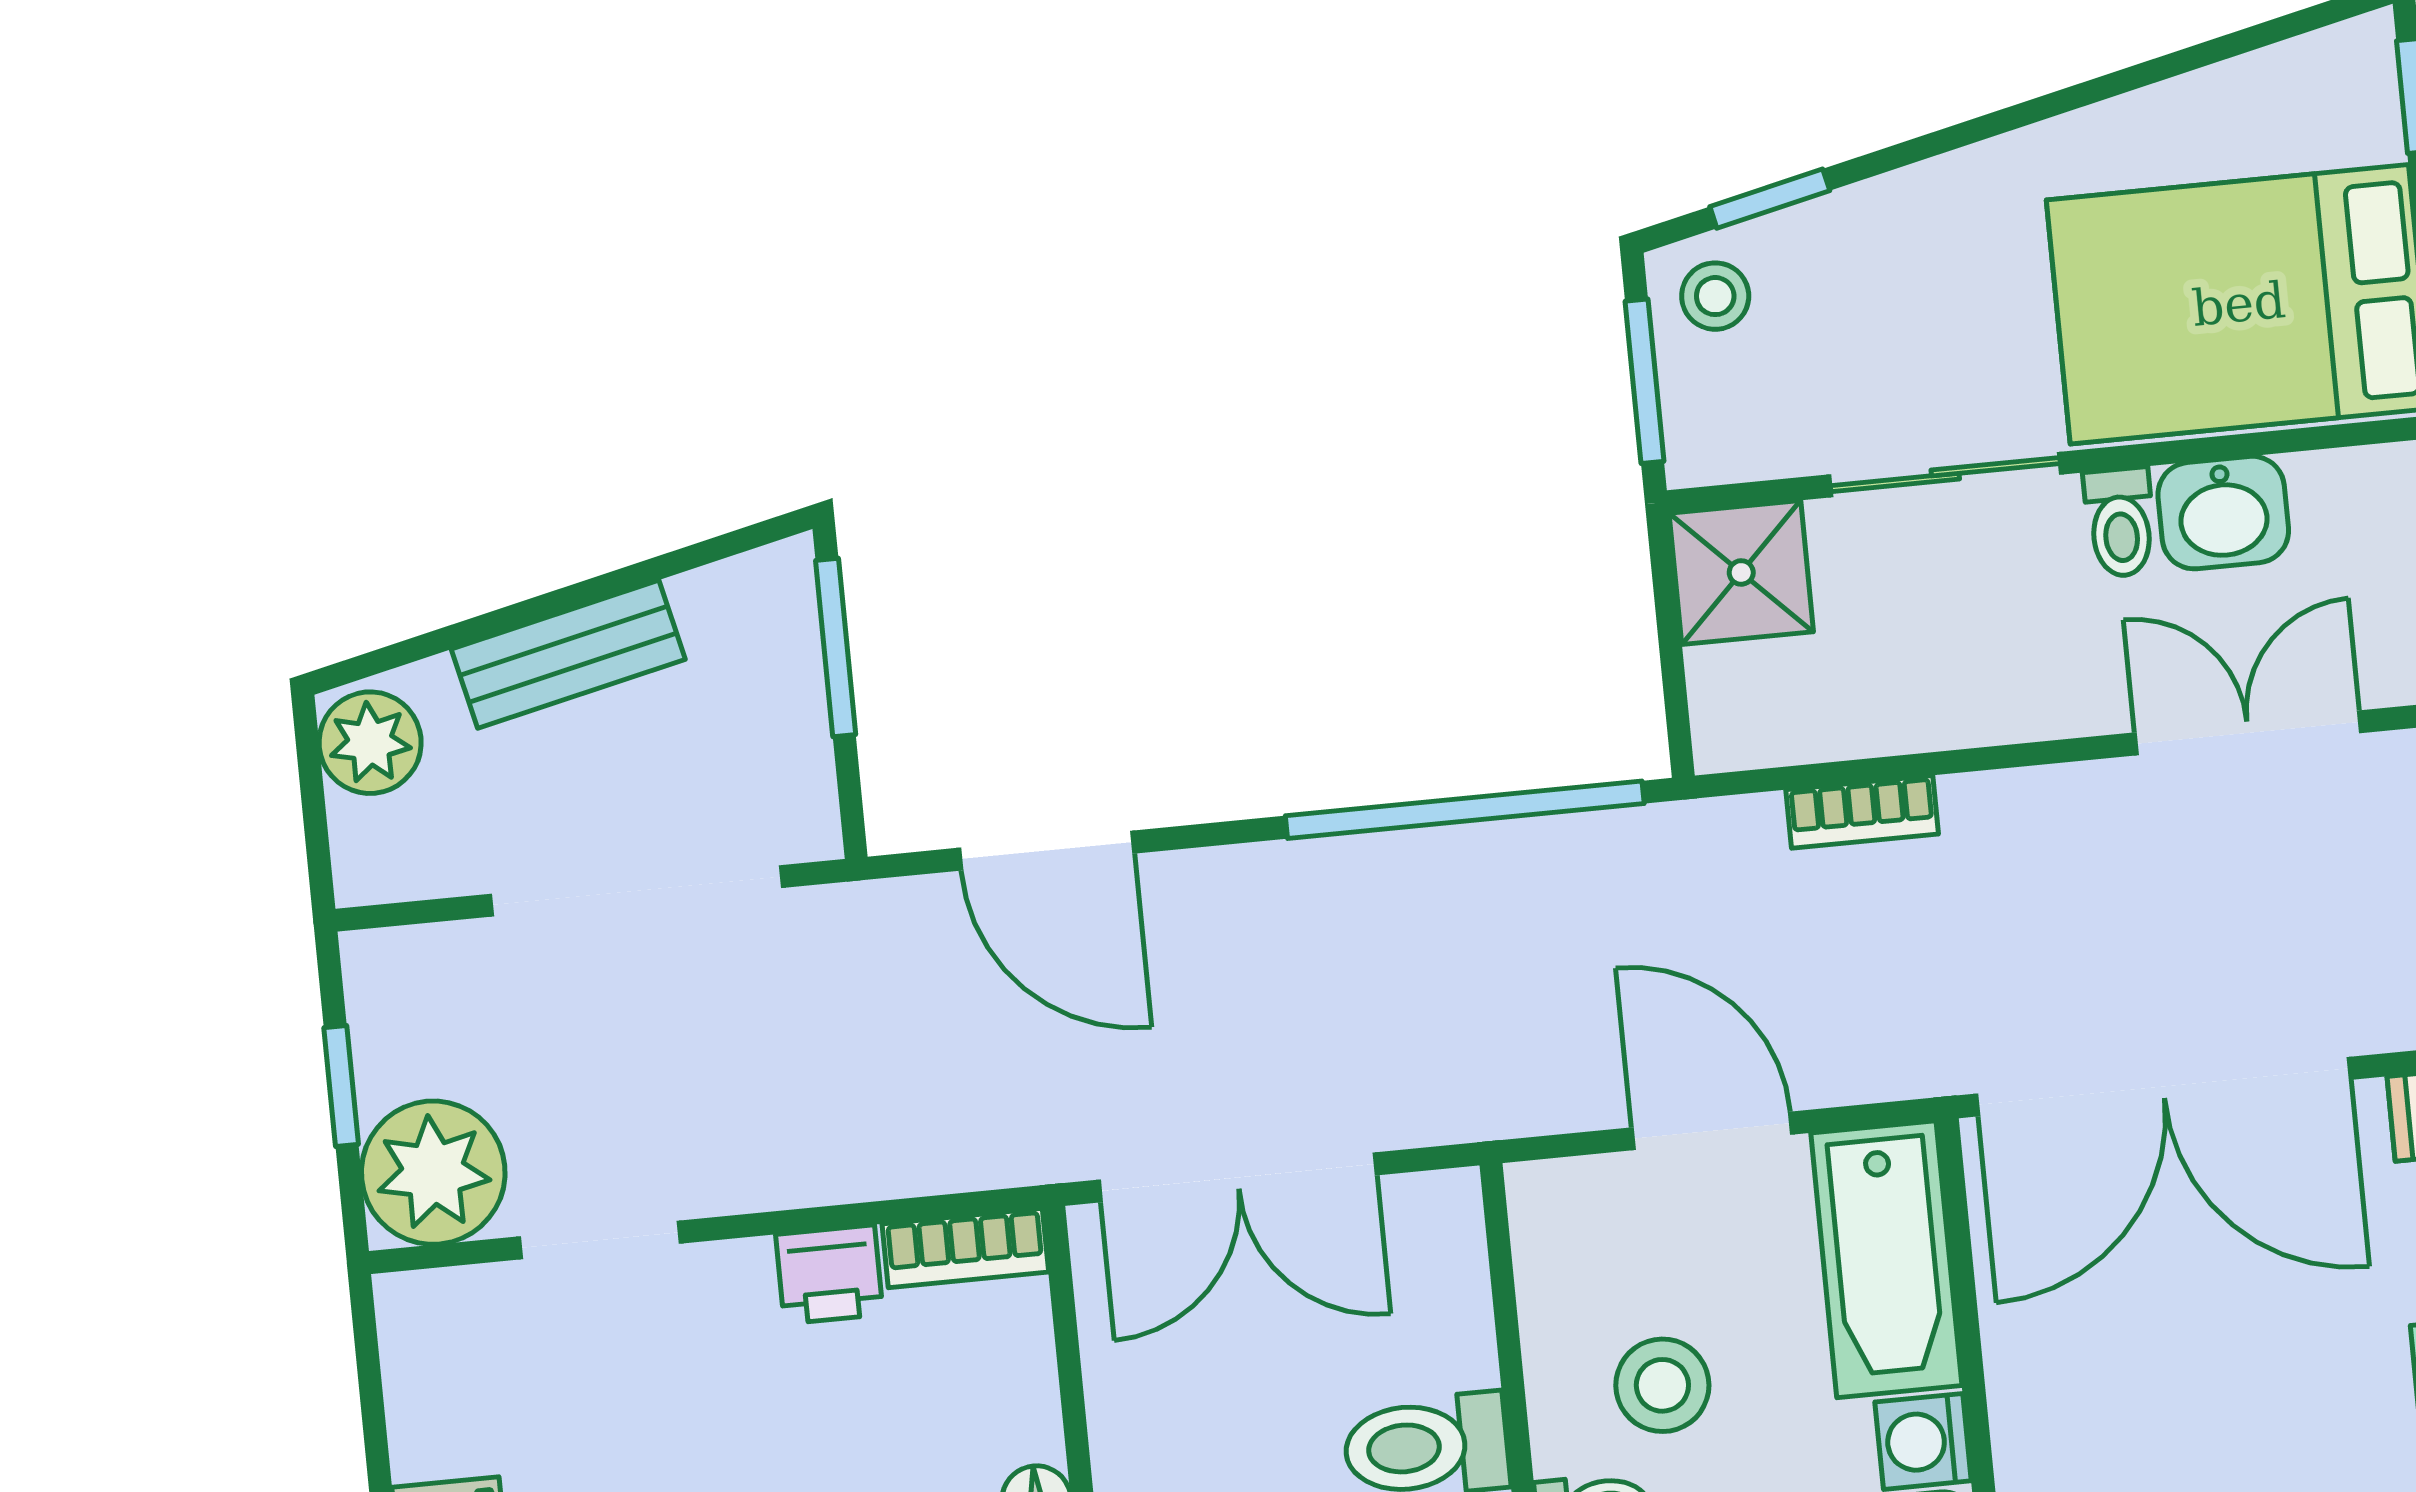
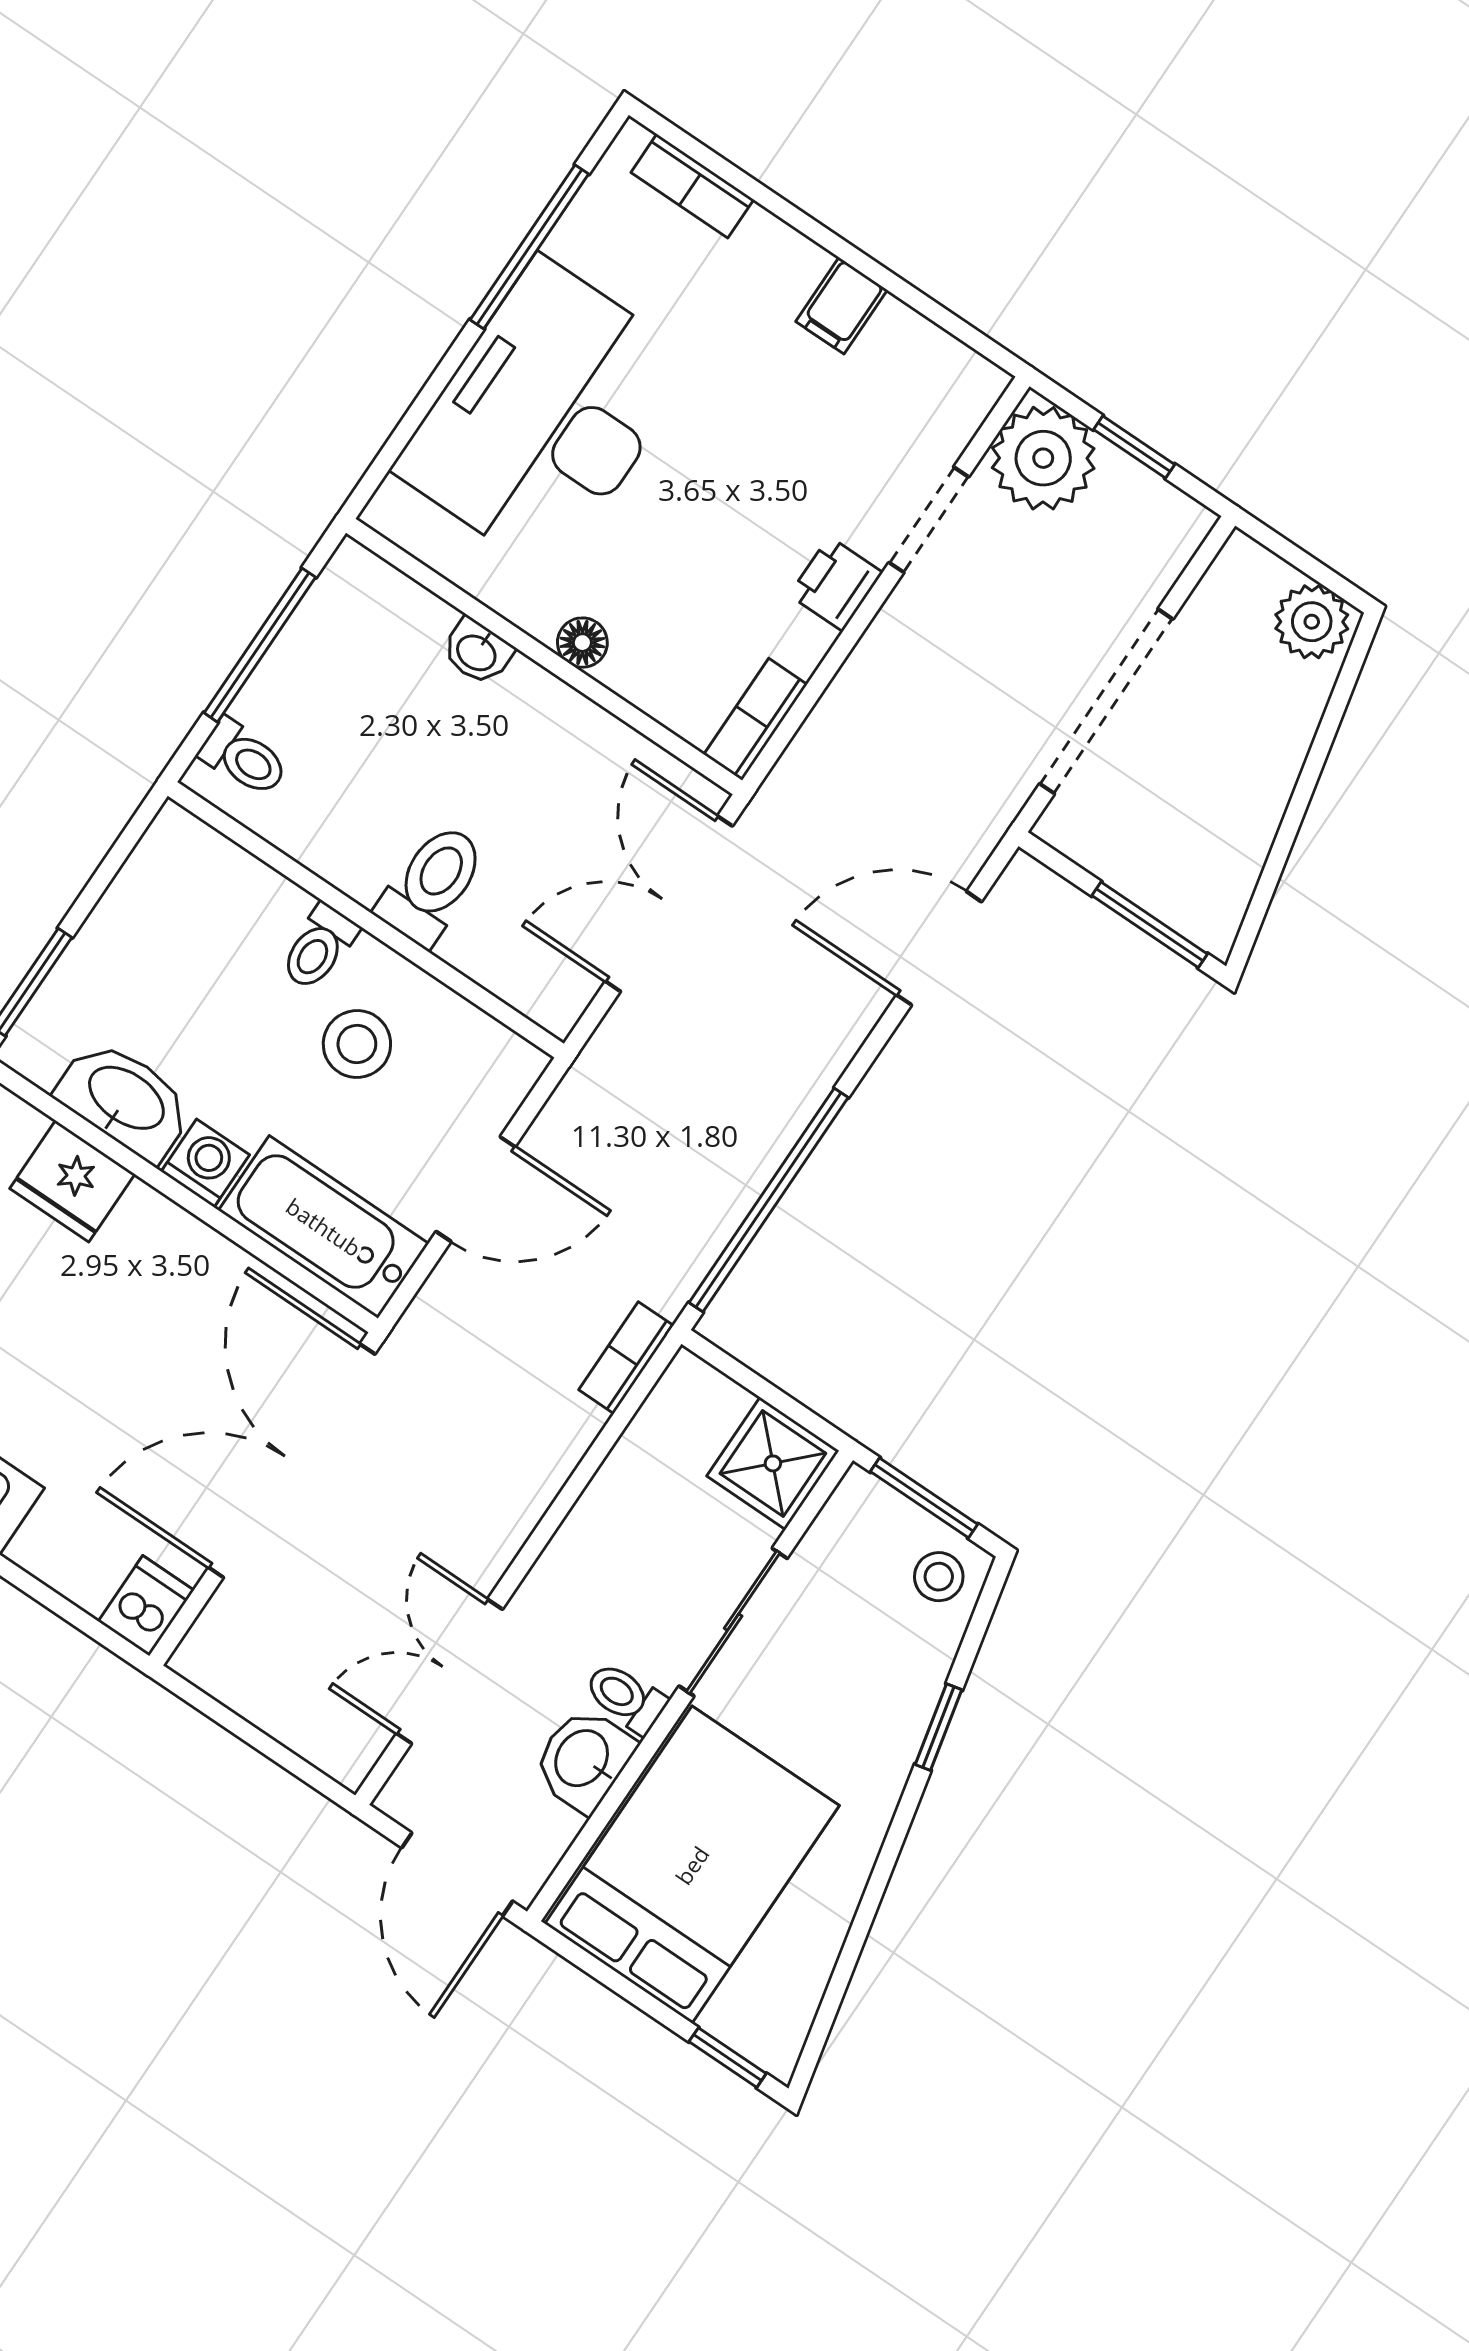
window: (1770, 199) -> (938, 1727), moved
bench: (568, 654) -> (1269, 773), removed
double door: (2248, 733) -> (449, 1671), swing flipped
bookcase: (1862, 812) -> (626, 1358), moved
printer: (829, 1274) -> (836, 584), moved

